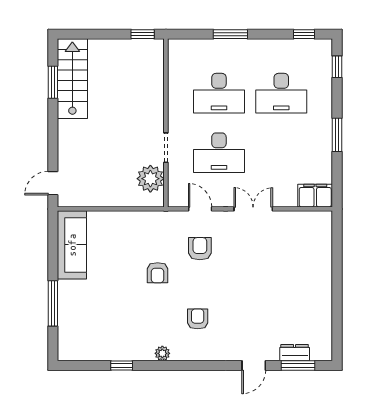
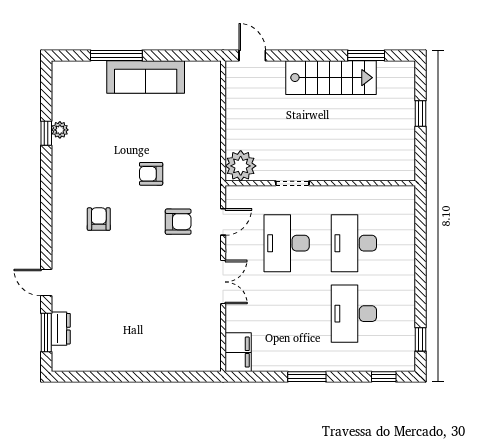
window: (143, 34) -> (421, 113), moved
window: (230, 34) -> (421, 256), removed
stairs: (72, 79) -> (331, 78), moved
plant: (150, 179) -> (241, 166), moved
sofa: (72, 245) -> (146, 77), moved
armchair: (198, 319) -> (99, 219), turned -90
plant: (162, 353) -> (60, 130), moved

